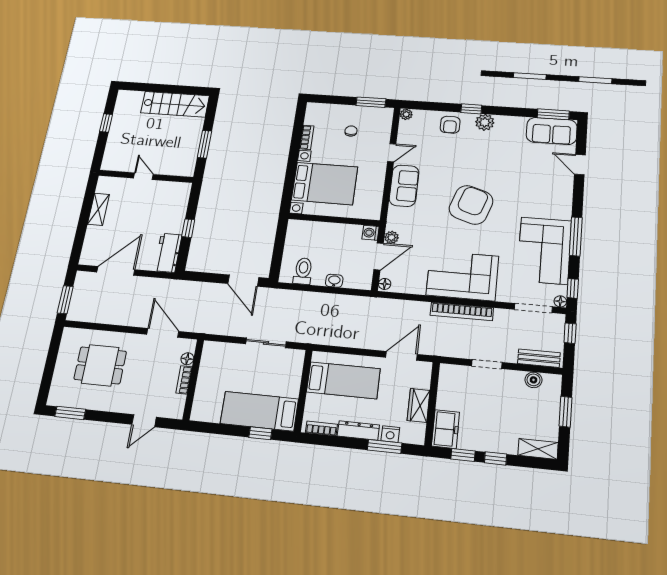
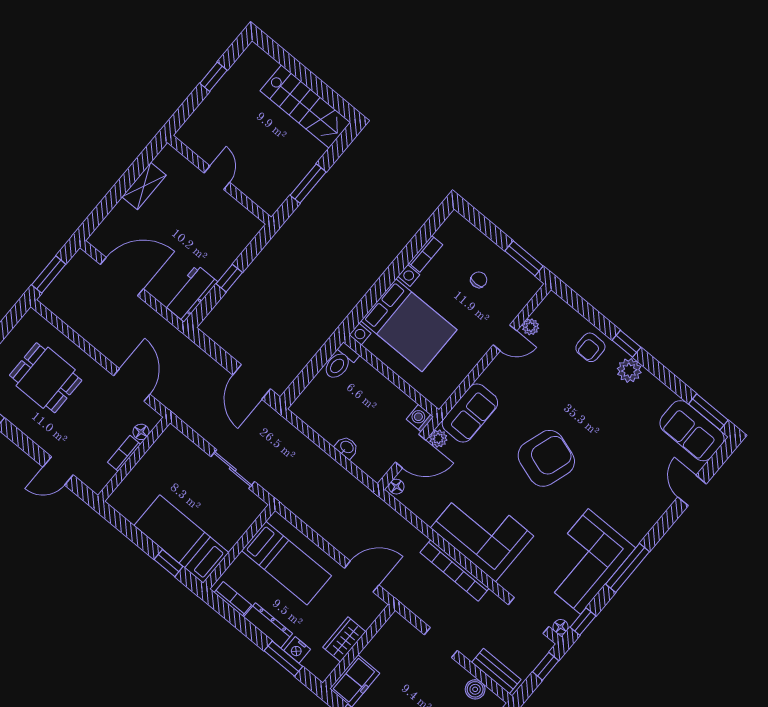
plant: (406, 114) -> (531, 327), moved
sofa: (404, 186) -> (470, 413), moved
toilet: (303, 271) -> (340, 362), moved, turned 180

